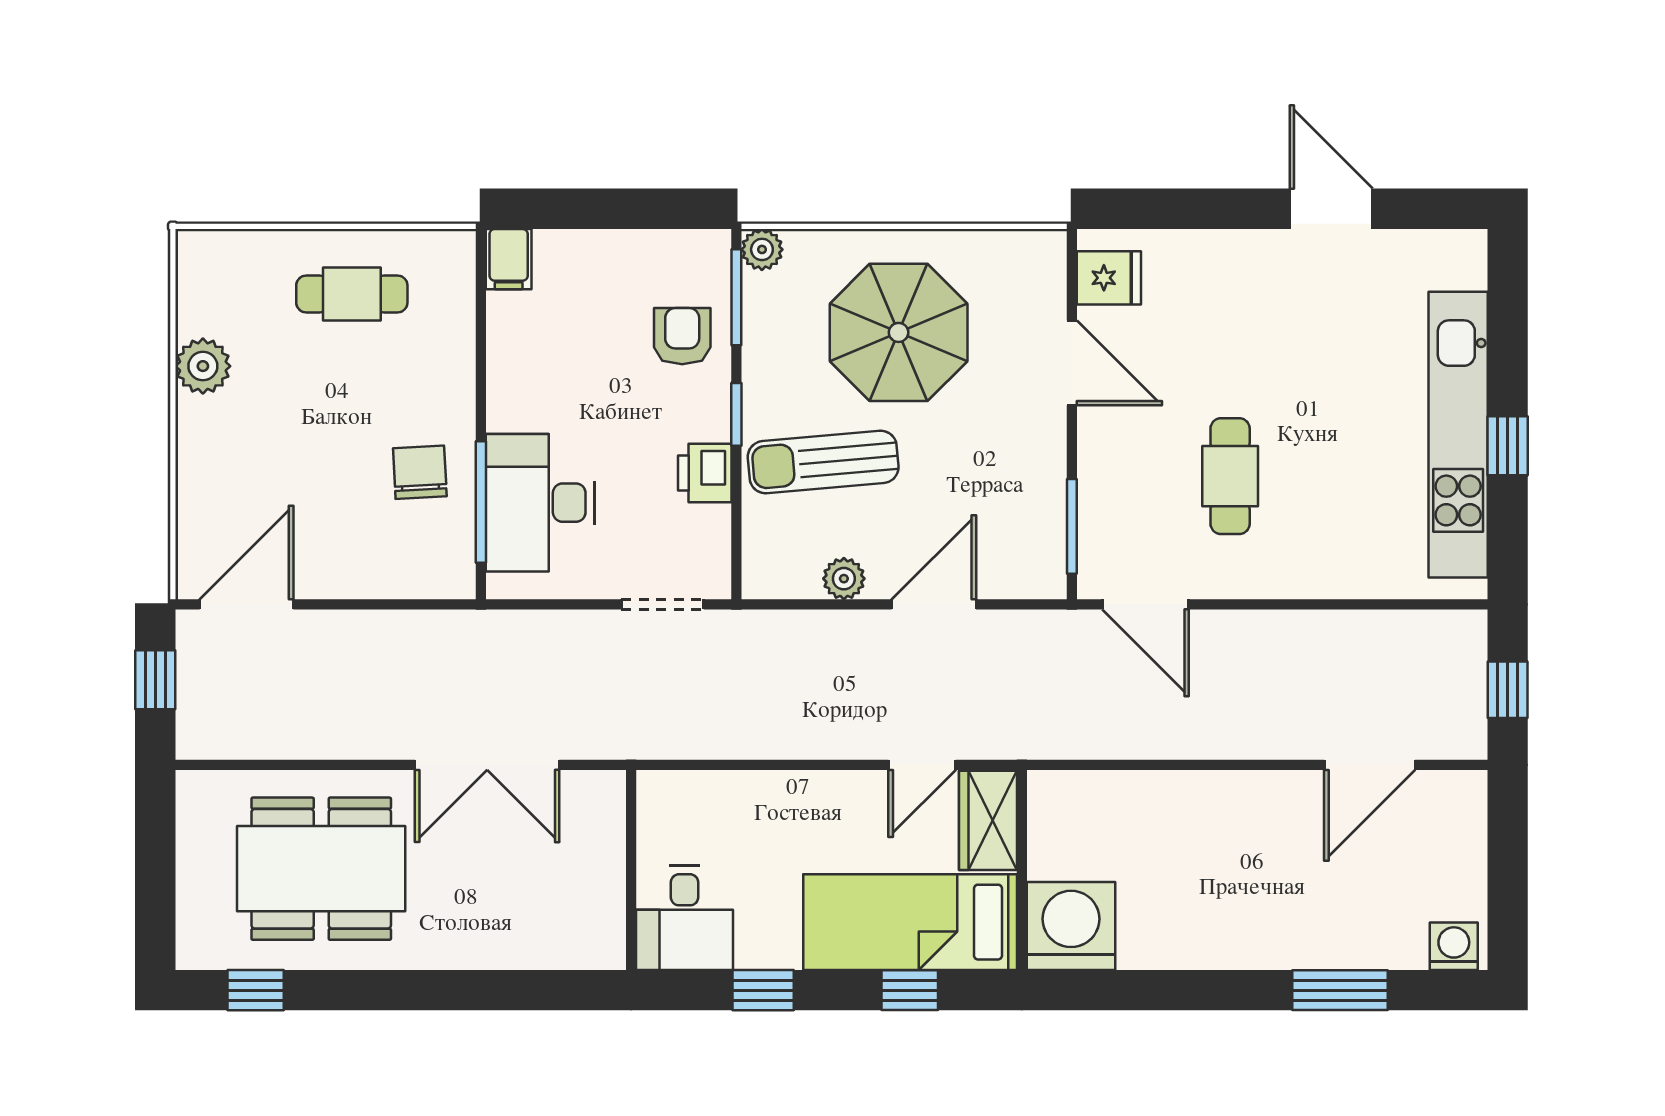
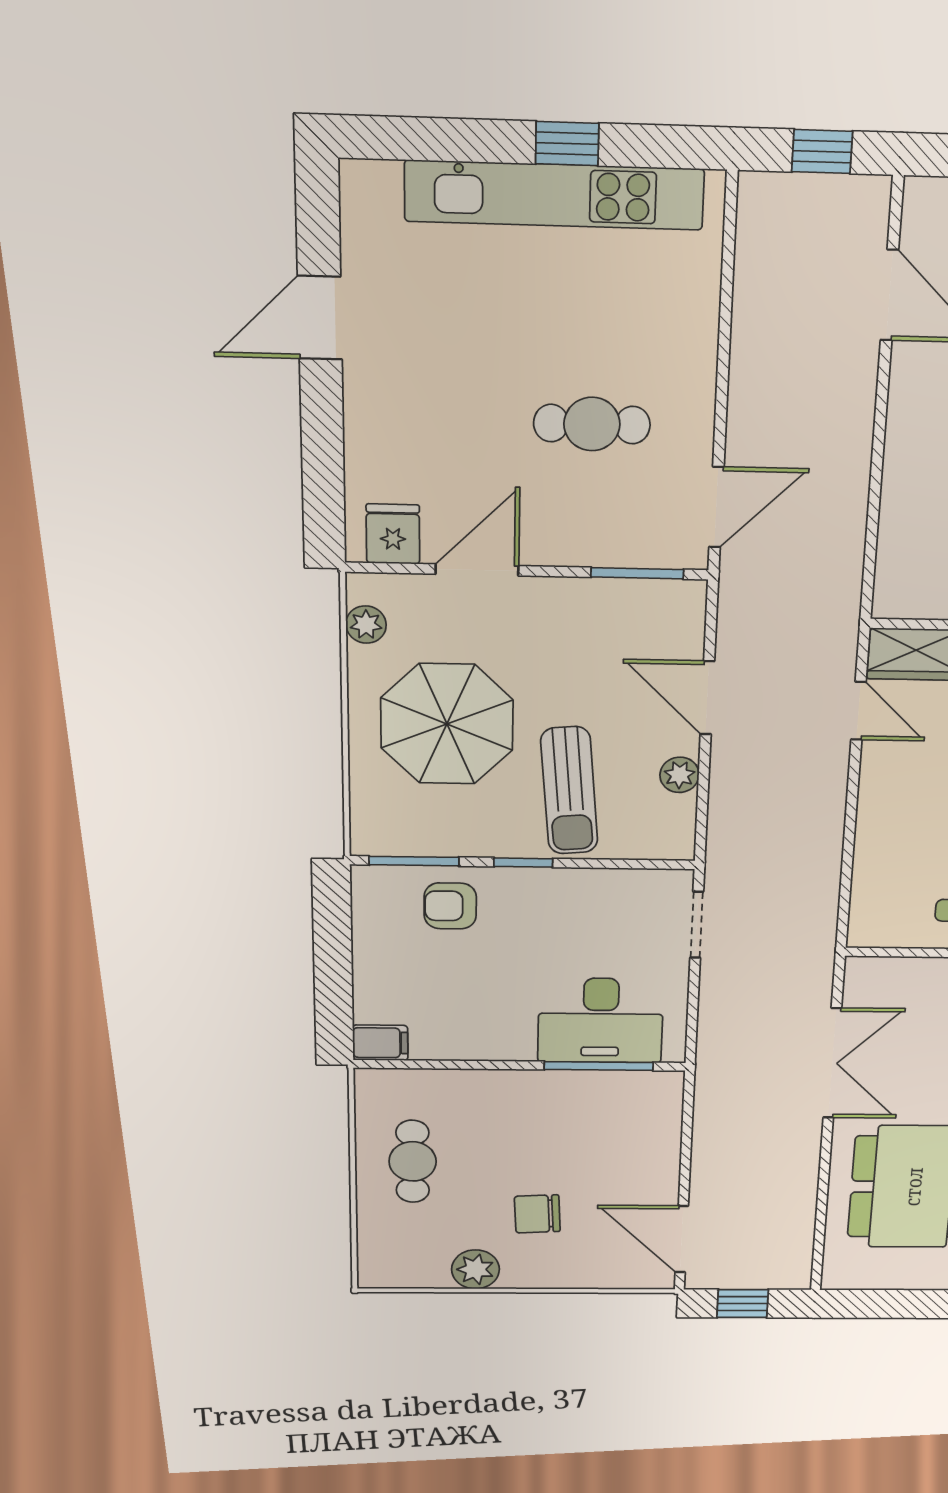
plant: (762, 249) -> (366, 625), moved
chair: (420, 472) -> (537, 1214), moved
printer: (705, 473) -> (577, 889), removed

